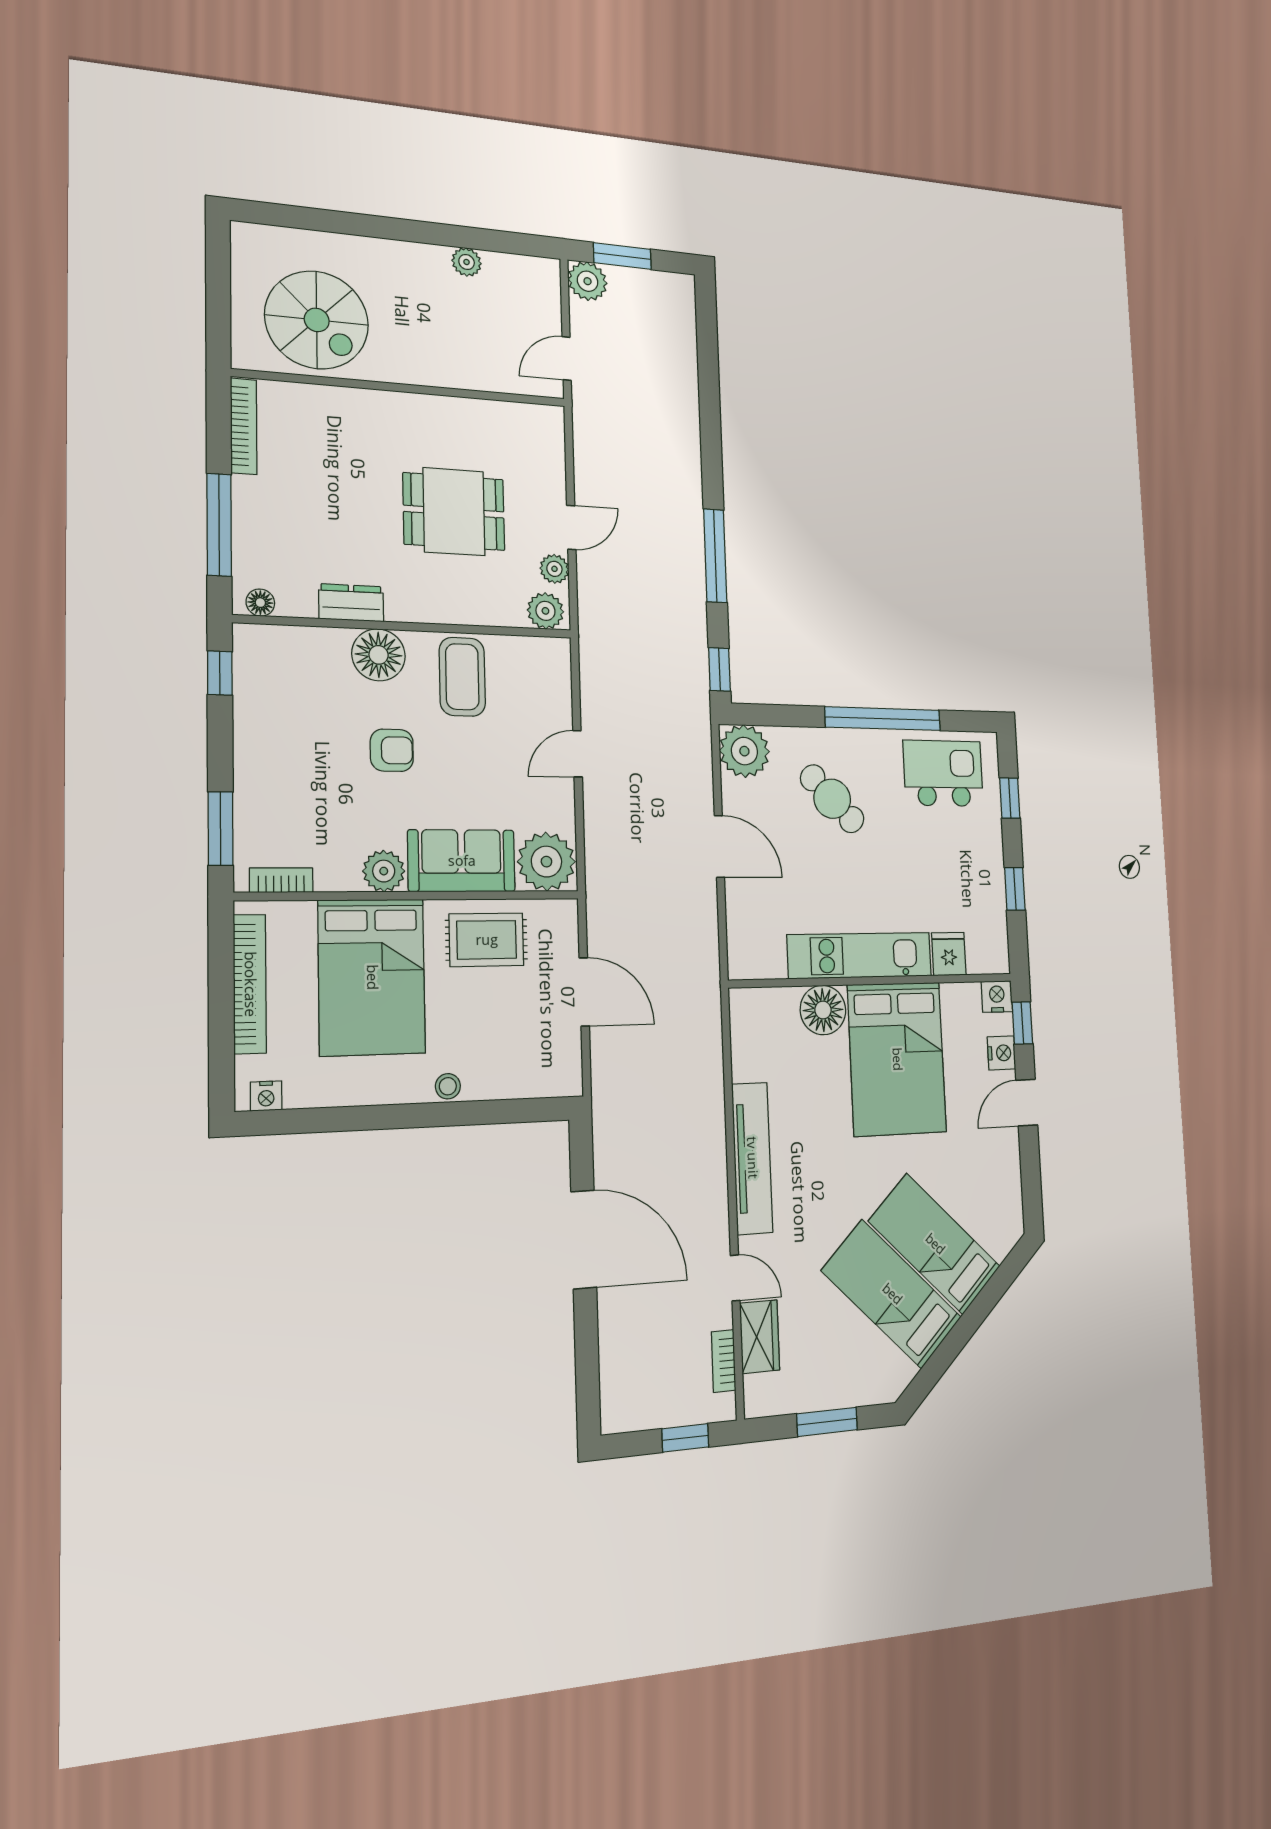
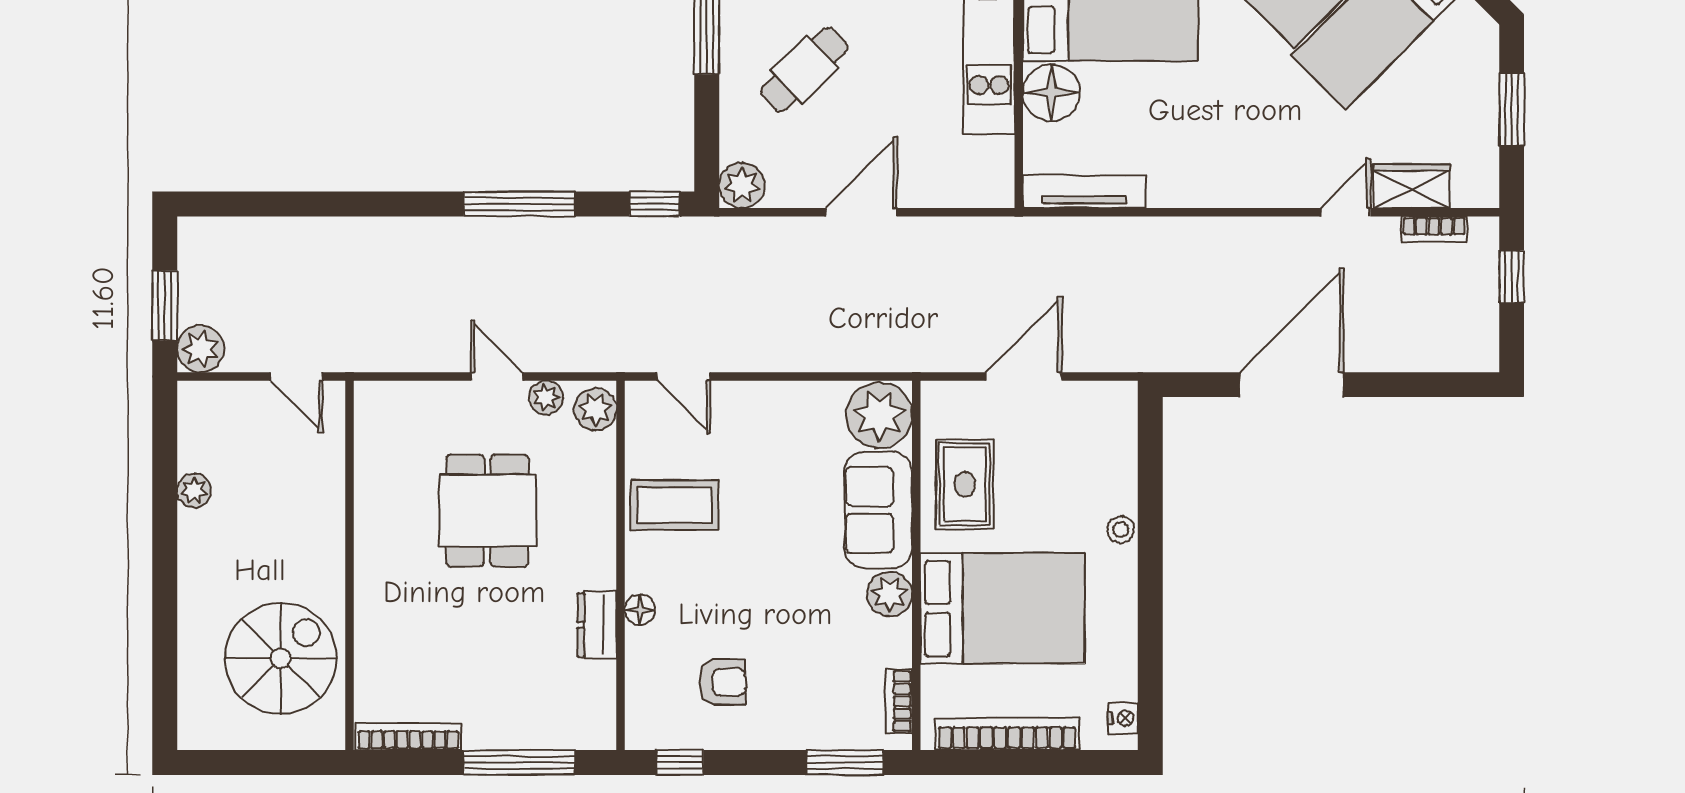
floor lamp: (260, 603) -> (602, 720), removed
floor lamp: (379, 655) -> (640, 610), width x0.53, depth x0.53
armchair: (392, 750) -> (723, 682), moved, turned 90
plant: (744, 751) -> (742, 185), width x0.73, depth x0.73
door: (578, 754) -> (684, 376), moved
tv unit: (752, 1158) -> (1084, 191), moved, width x0.73, depth x0.78

